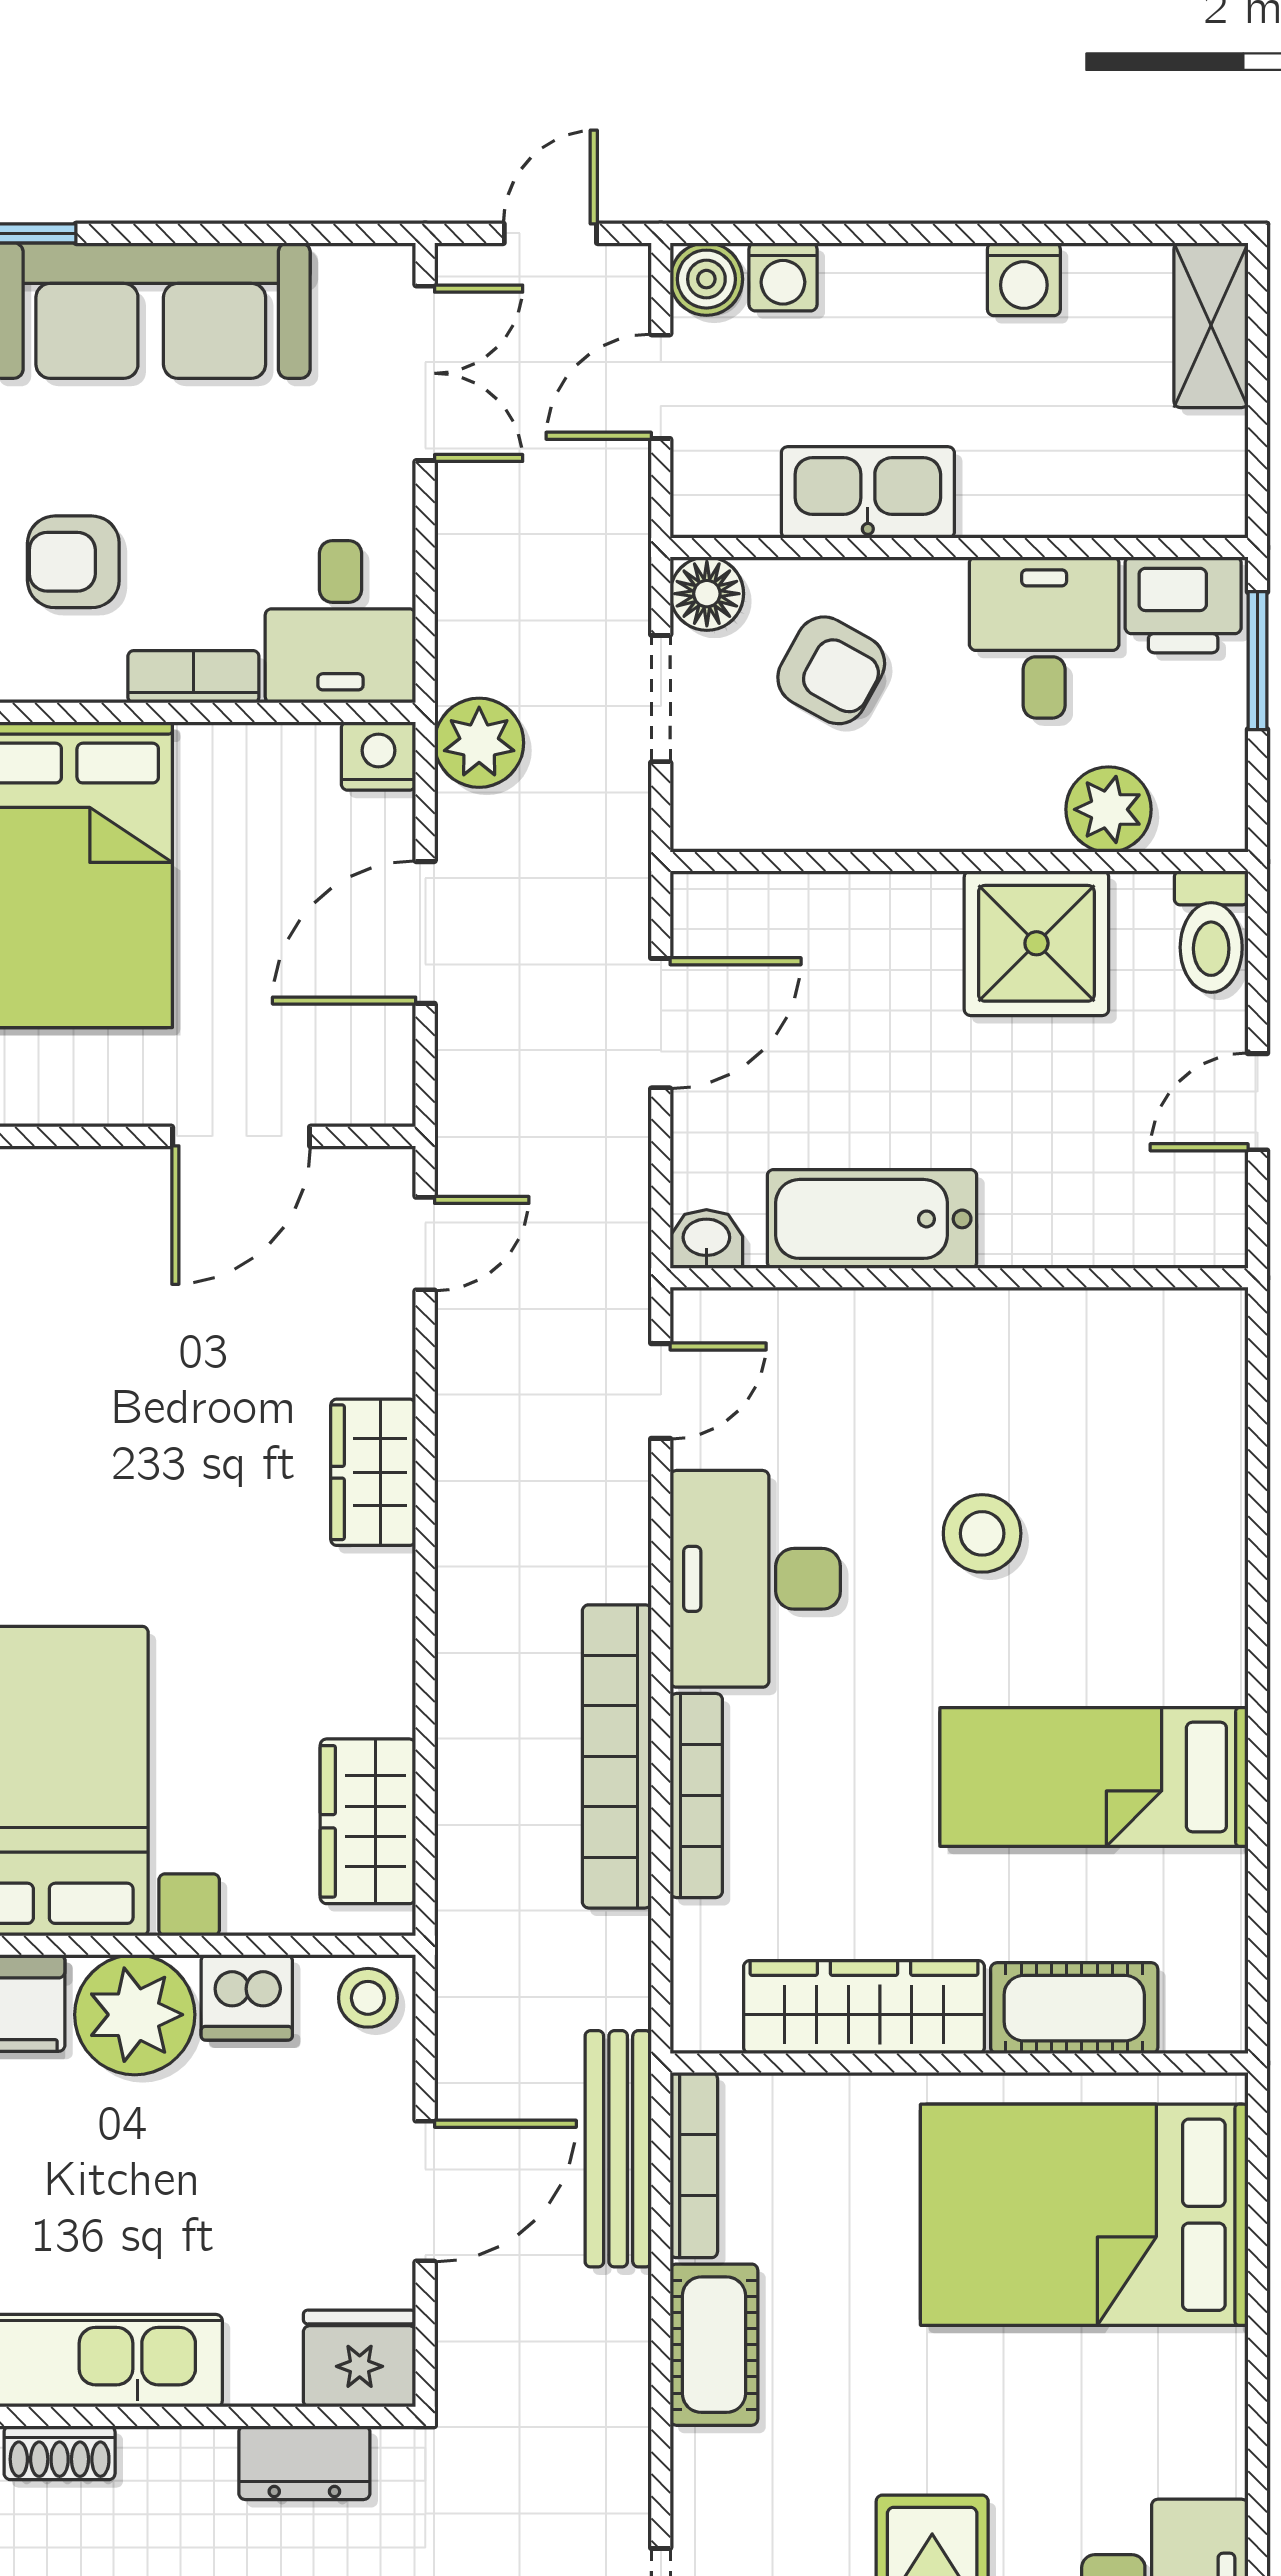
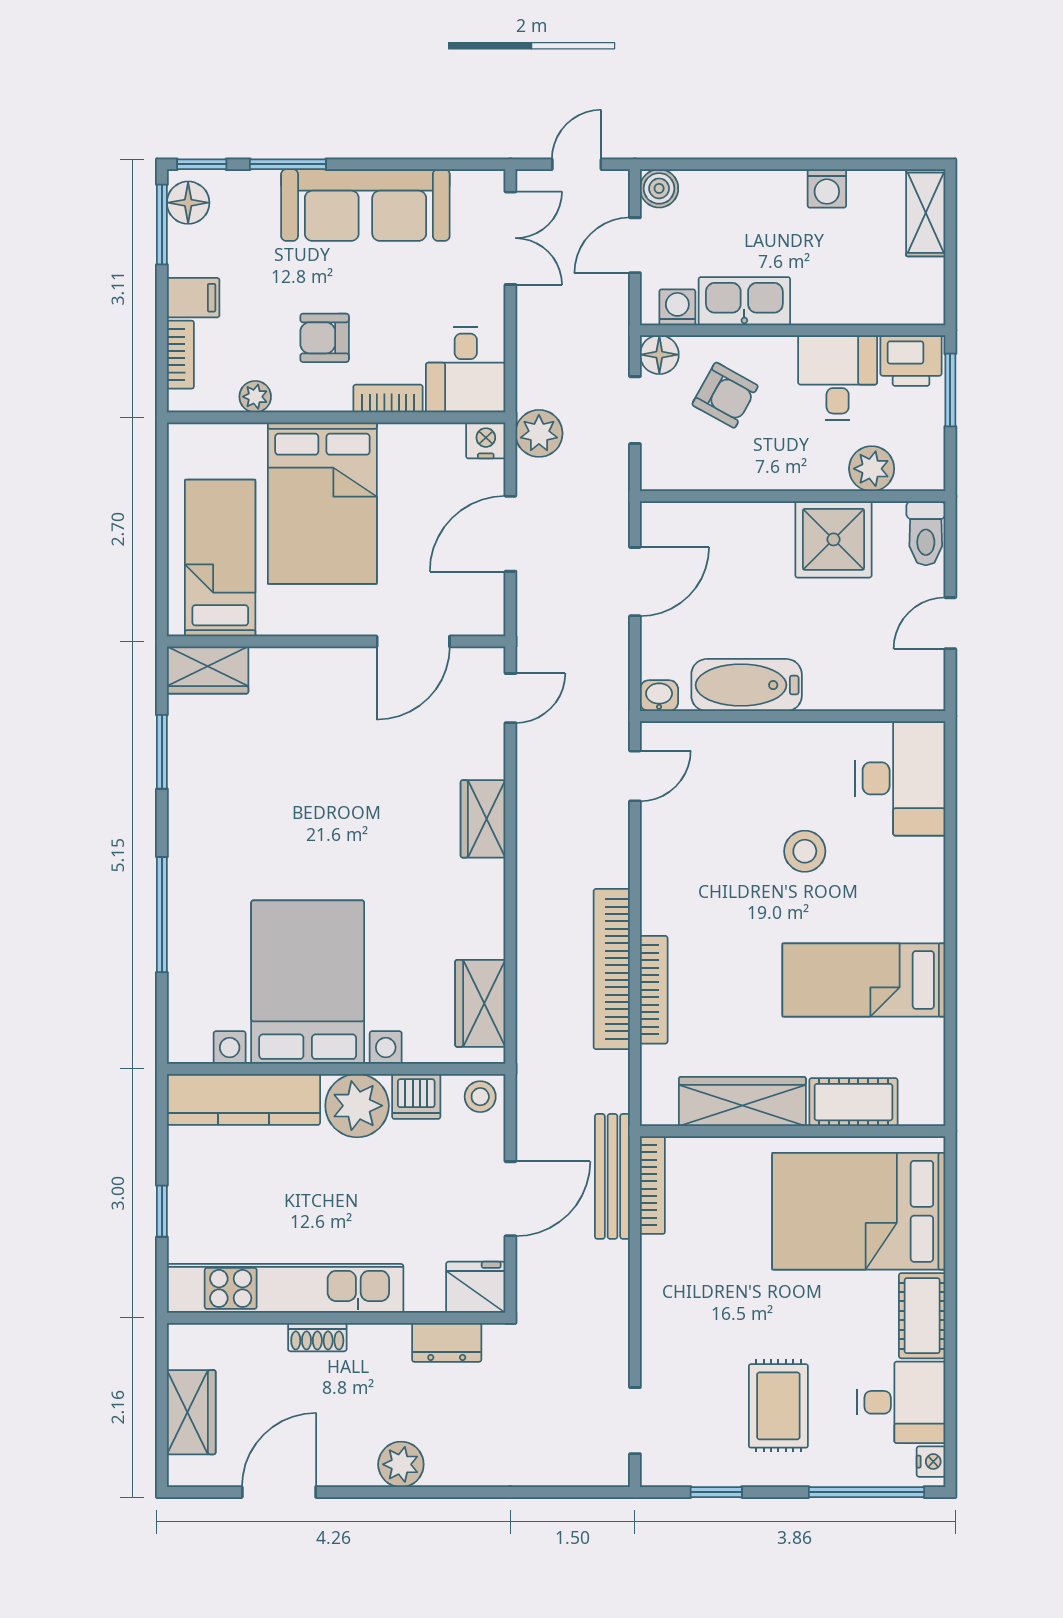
washing machine: (783, 277) -> (677, 307), moved, turned 180
desk: (755, 1579) -> (900, 778), moved, turned 180
cot: (714, 2345) -> (922, 1316), moved

